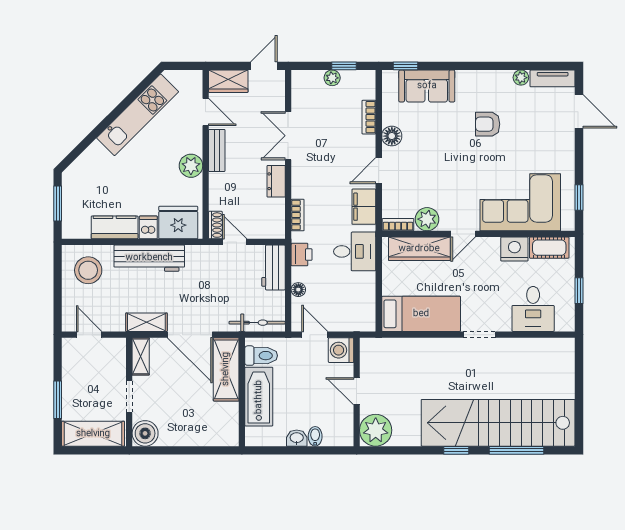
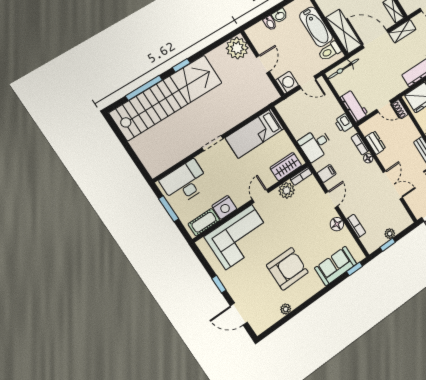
tv unit: (553, 78) -> (267, 322), removed
armchair: (488, 124) -> (287, 269), width x1.88, depth x1.88
dresser: (276, 181) -> (375, 143), moved
window: (579, 197) -> (219, 284), moved
filing cabinet: (364, 207) -> (327, 173), width x0.50
wardrobe: (419, 249) -> (286, 167), width x0.67
floor lamp: (298, 290) -> (368, 158), moved
window: (579, 291) -> (169, 209), width x1.50
desk: (533, 309) -> (185, 182), width x1.37
door: (357, 391) -> (263, 64), hinge flipped

